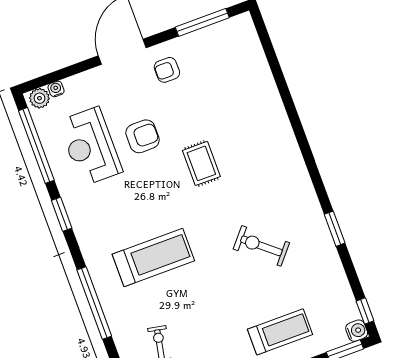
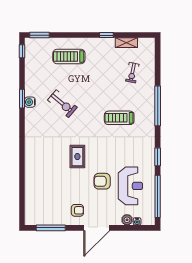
plant: (39, 98) -> (127, 220), moved
treadmill: (153, 257) -> (119, 118), width x0.73, depth x0.73
water cooler: (357, 331) -> (30, 102), moved

